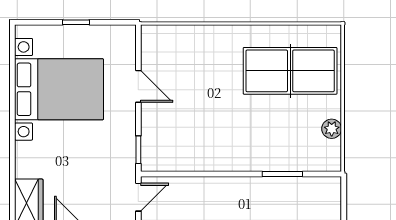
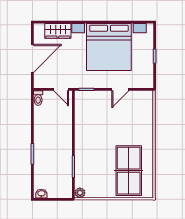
bed with nightstands: (59, 89) -> (109, 47), width x1.36
plant: (332, 129) -> (80, 193), moved

